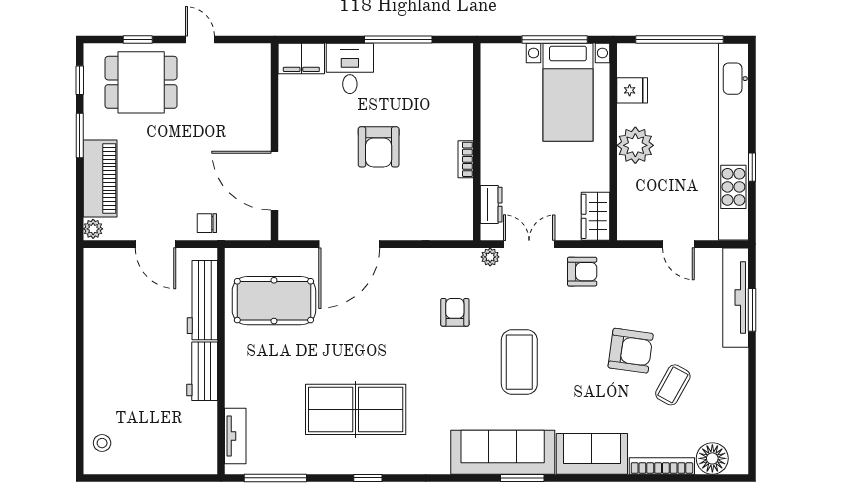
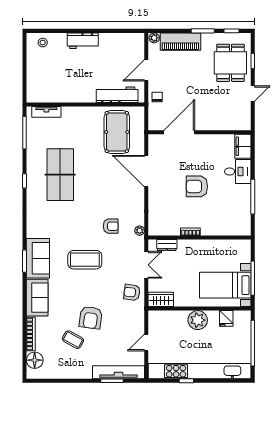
plant: (490, 257) -> (140, 231), moved
armchair: (582, 272) -> (132, 292), turned 97
workbench: (202, 371) -> (83, 41), moved, turned 180
sofa: (503, 452) -> (38, 258), width x0.73

